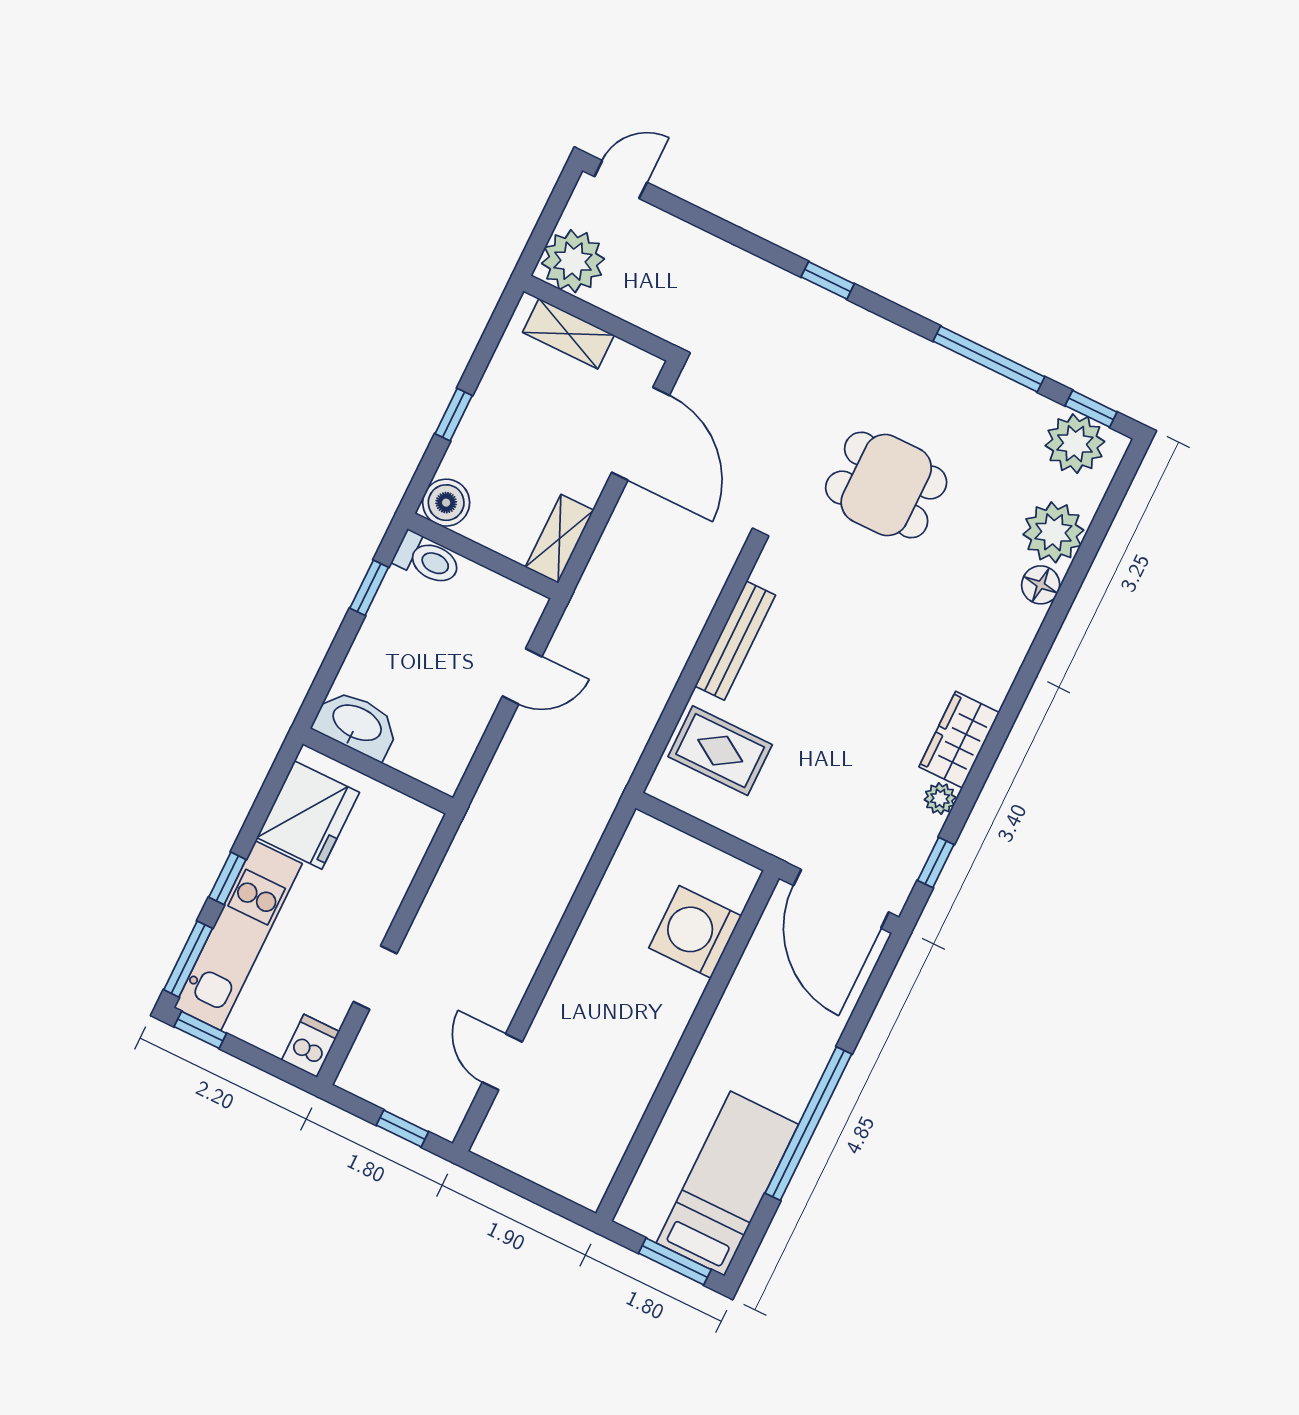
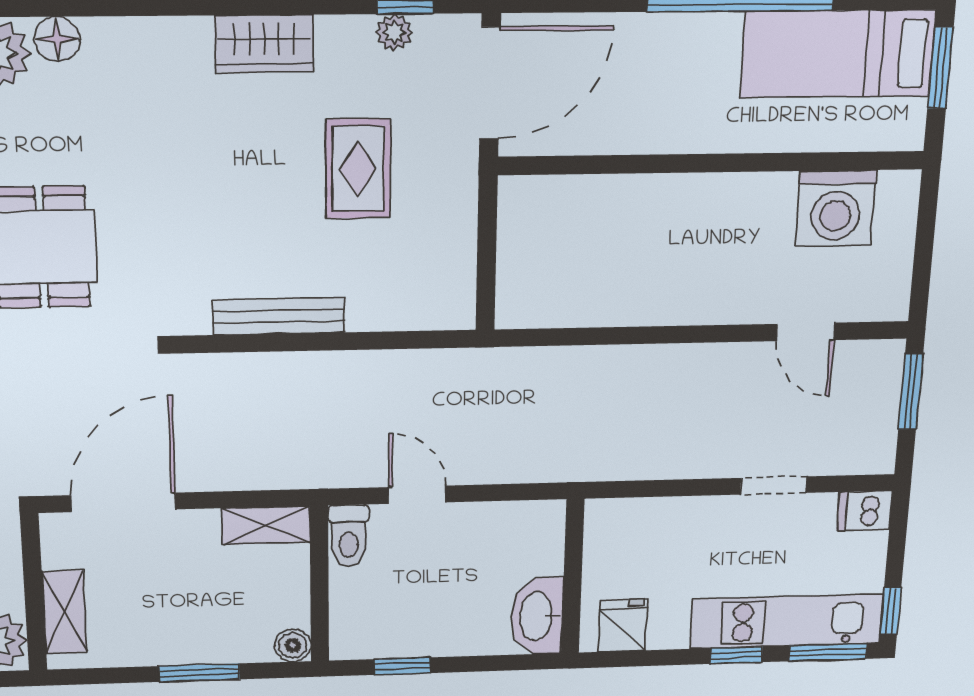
window: (454, 415) -> (199, 673), width x1.50
boiler: (446, 503) -> (293, 645), width x0.73, depth x0.73
toilet: (427, 559) -> (349, 536), moved, turned 180
rug: (720, 751) -> (358, 169), moved
plant: (940, 798) -> (394, 32), moved
fridge: (308, 815) -> (623, 626), width x0.53, depth x0.75
washing machine: (695, 932) -> (836, 208), moved
door: (502, 1062) -> (806, 332), hinge flipped
window: (402, 1129) -> (911, 392), width x1.50

